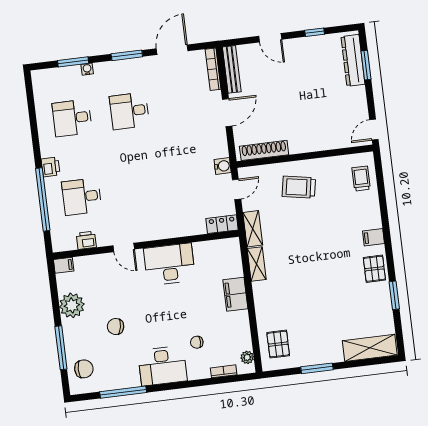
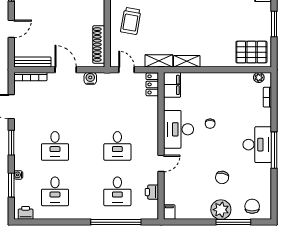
water cooler: (223, 166) -> (90, 78), moved
printer: (51, 167) -> (26, 213), moved
desk: (139, 190) -> (117, 146), added
filing cabinet: (235, 294) -> (172, 85), moved, turned -90
plant: (72, 305) -> (221, 210), moved
chair: (197, 342) -> (210, 124), moved
pallet: (278, 344) -> (251, 52), width x1.50, depth x1.42
window: (123, 392) -> (274, 150), moved

